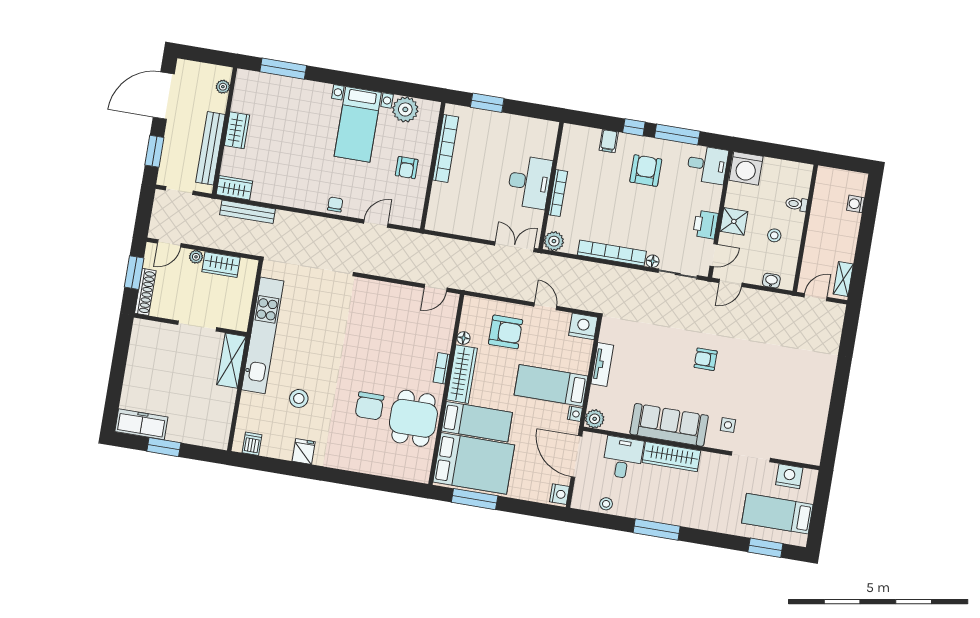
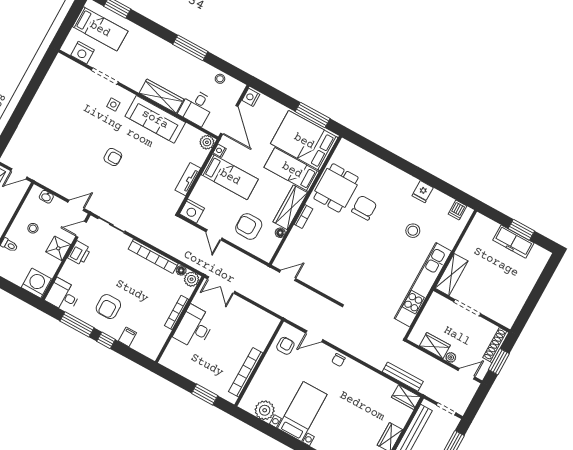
armchair: (407, 168) -> (285, 346), moved
floor lamp: (653, 261) -> (181, 270), moved
freezer: (141, 424) -> (513, 242), moved

